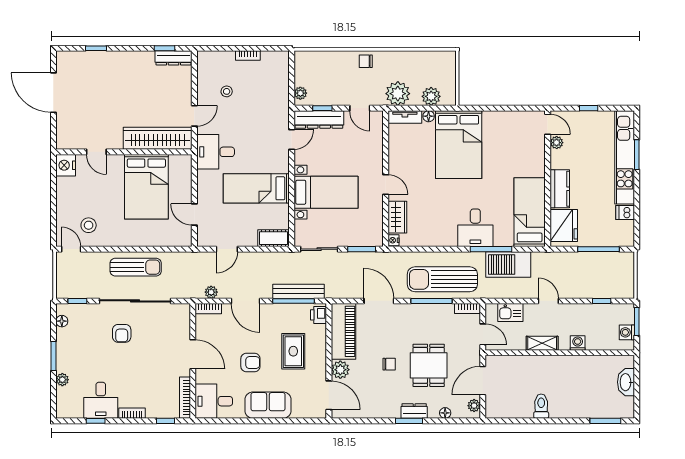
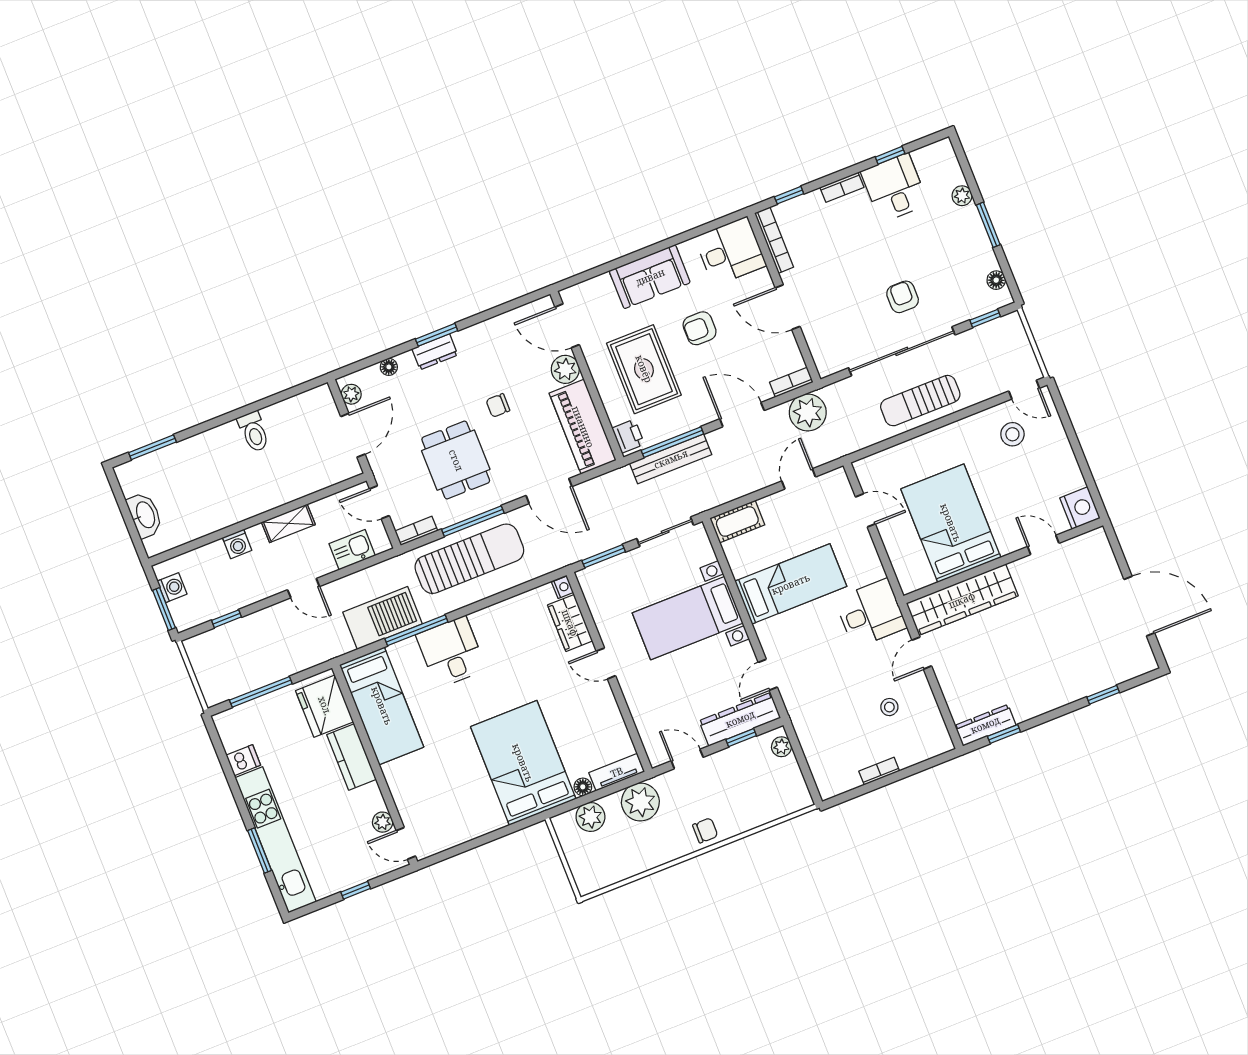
plant: (211, 292) -> (808, 412), width x1.87, depth x1.87
rug: (293, 351) -> (644, 369), width x1.36, depth x1.43
dining table: (429, 365) -> (456, 460), moved

